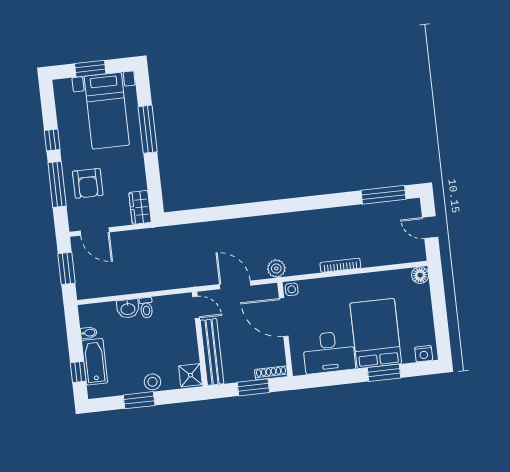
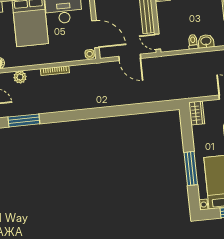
plant: (276, 269) -> (20, 77), moved

